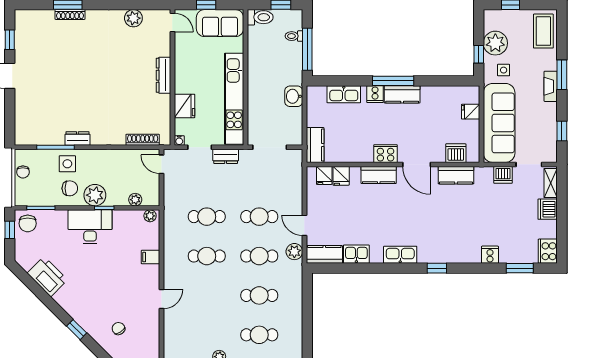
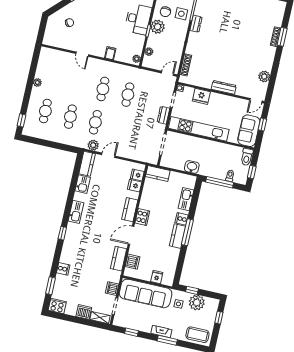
cafe table: (259, 217) -> (120, 128), removed

